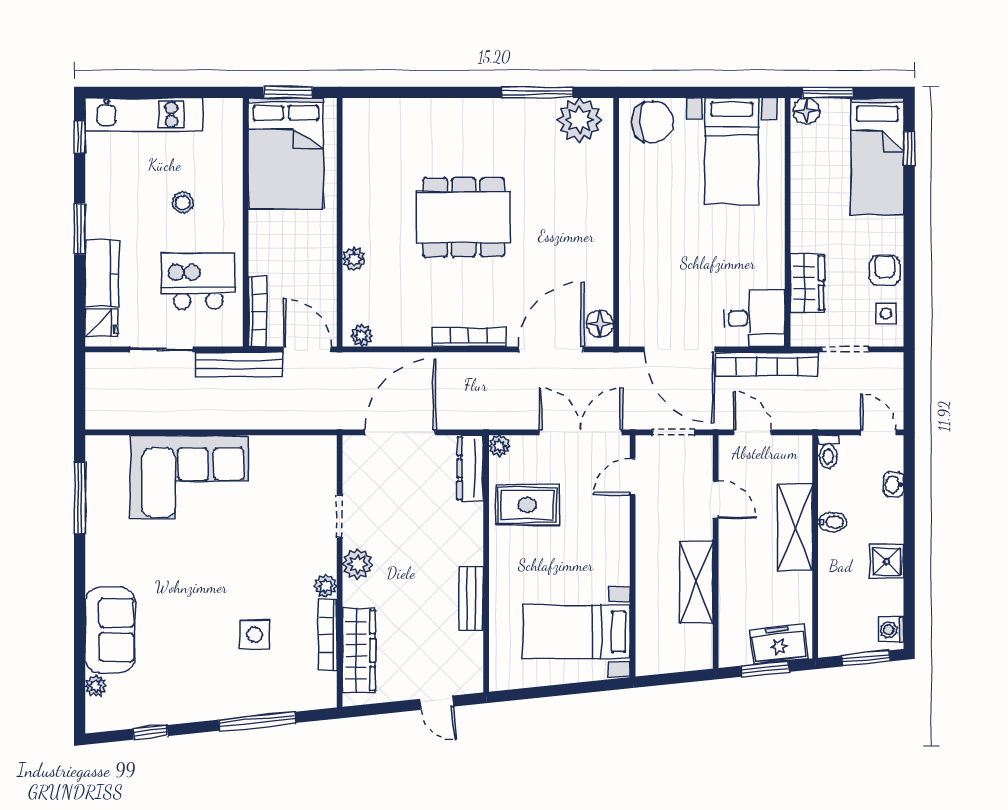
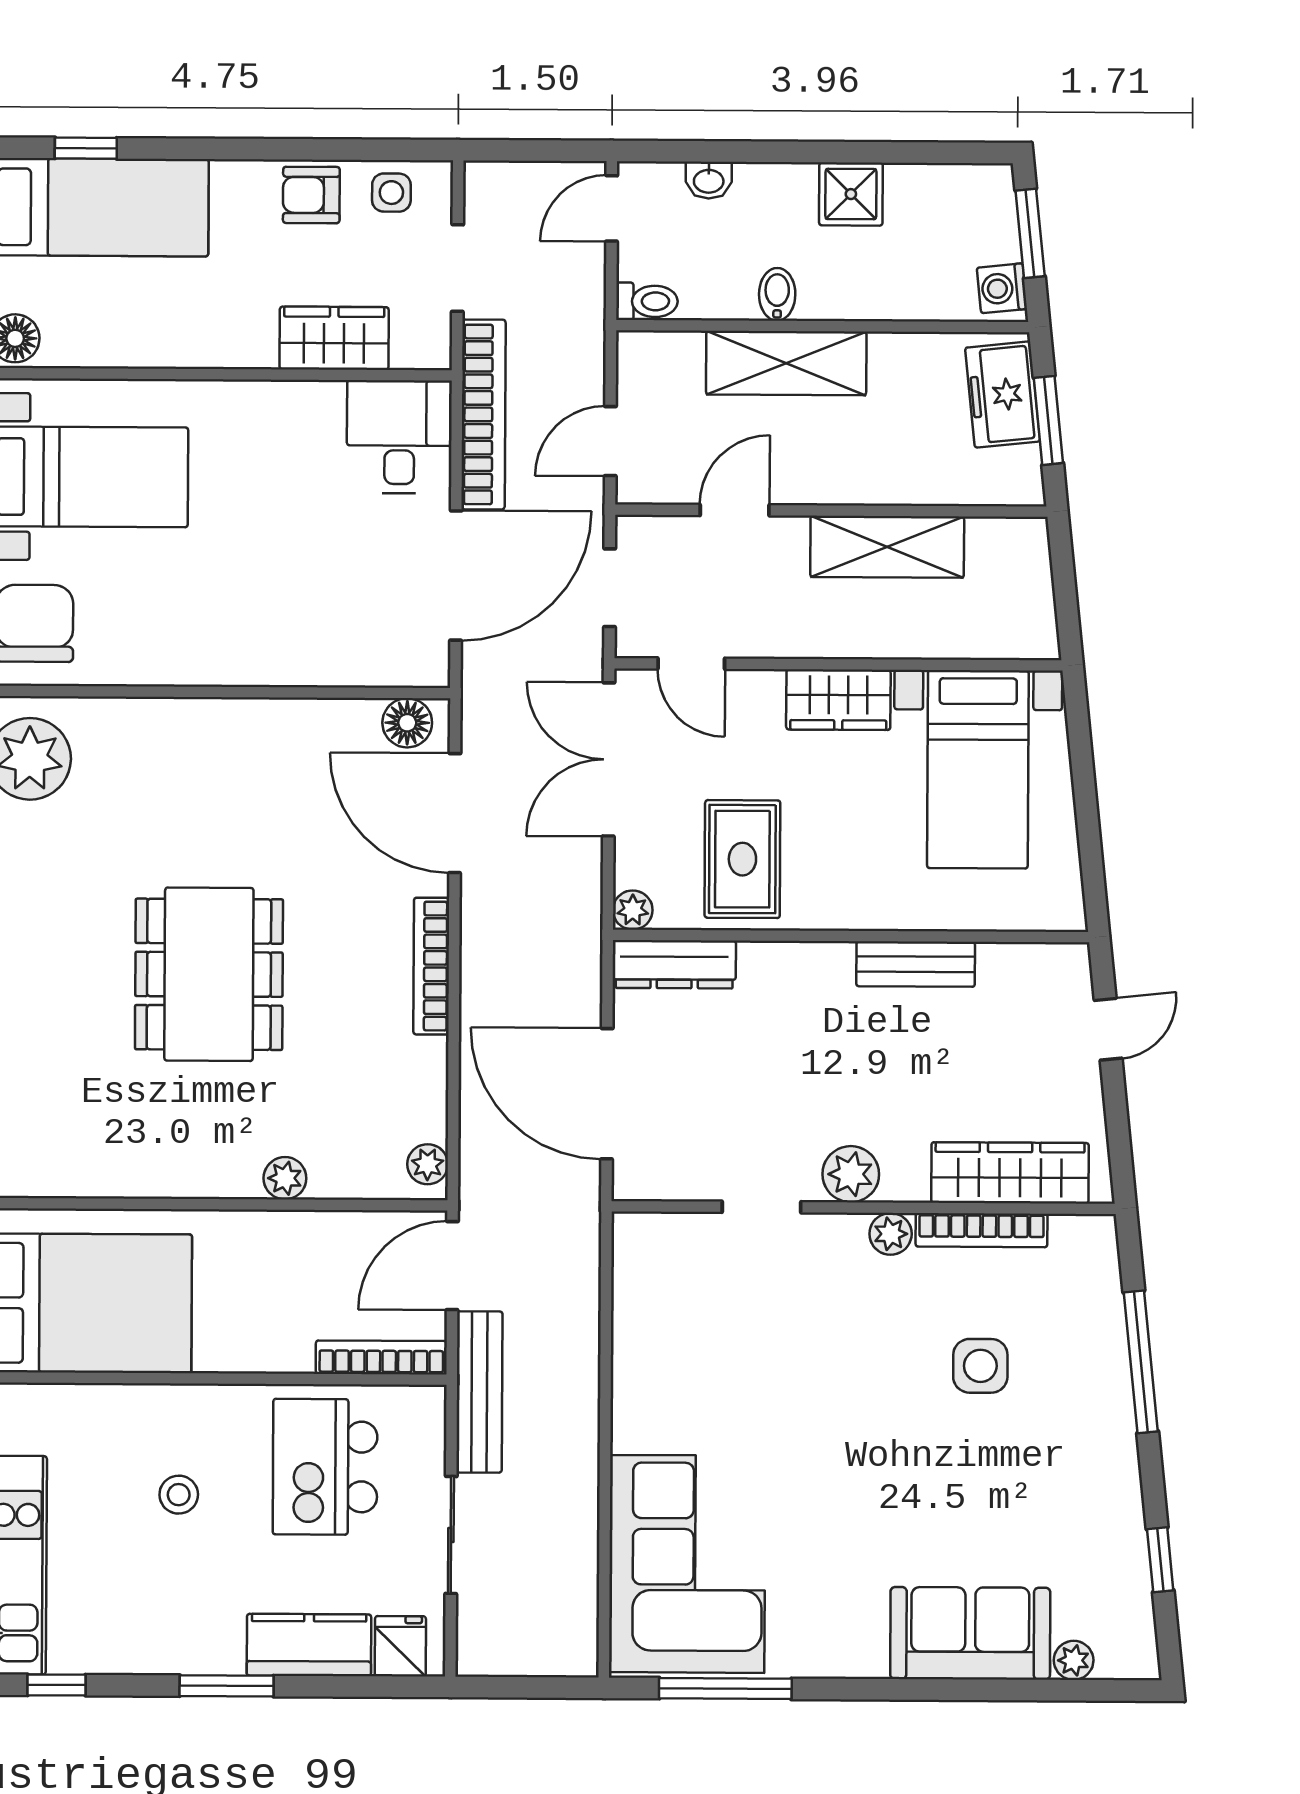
corner sofa: (189, 477) -> (687, 1564), moved
wardrobe: (614, 556) -> (838, 700), added
washing machine: (891, 630) -> (1002, 288), moved, turned 84

